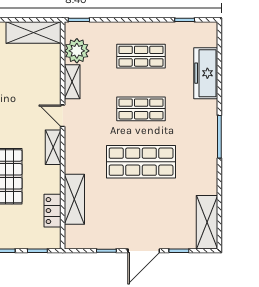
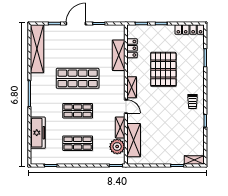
shelving: (34, 32) -> (134, 140), moved, turned 90
shelving: (207, 222) -> (37, 49), width x1.47

